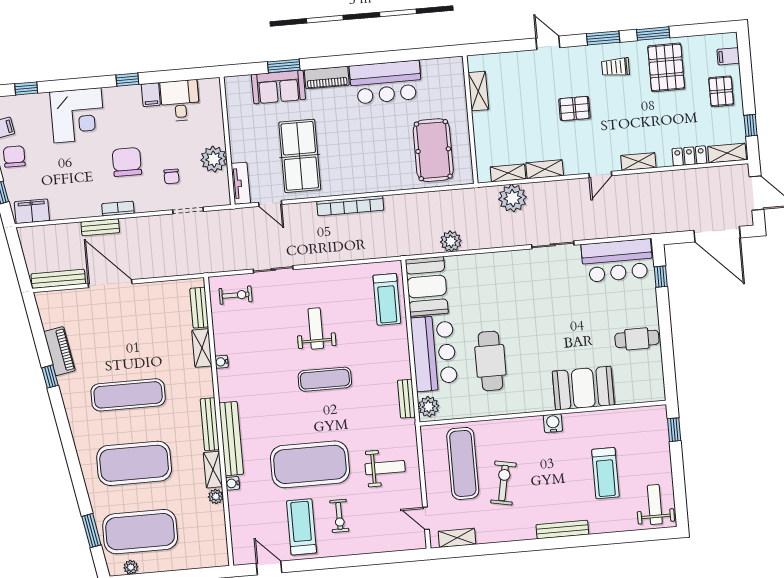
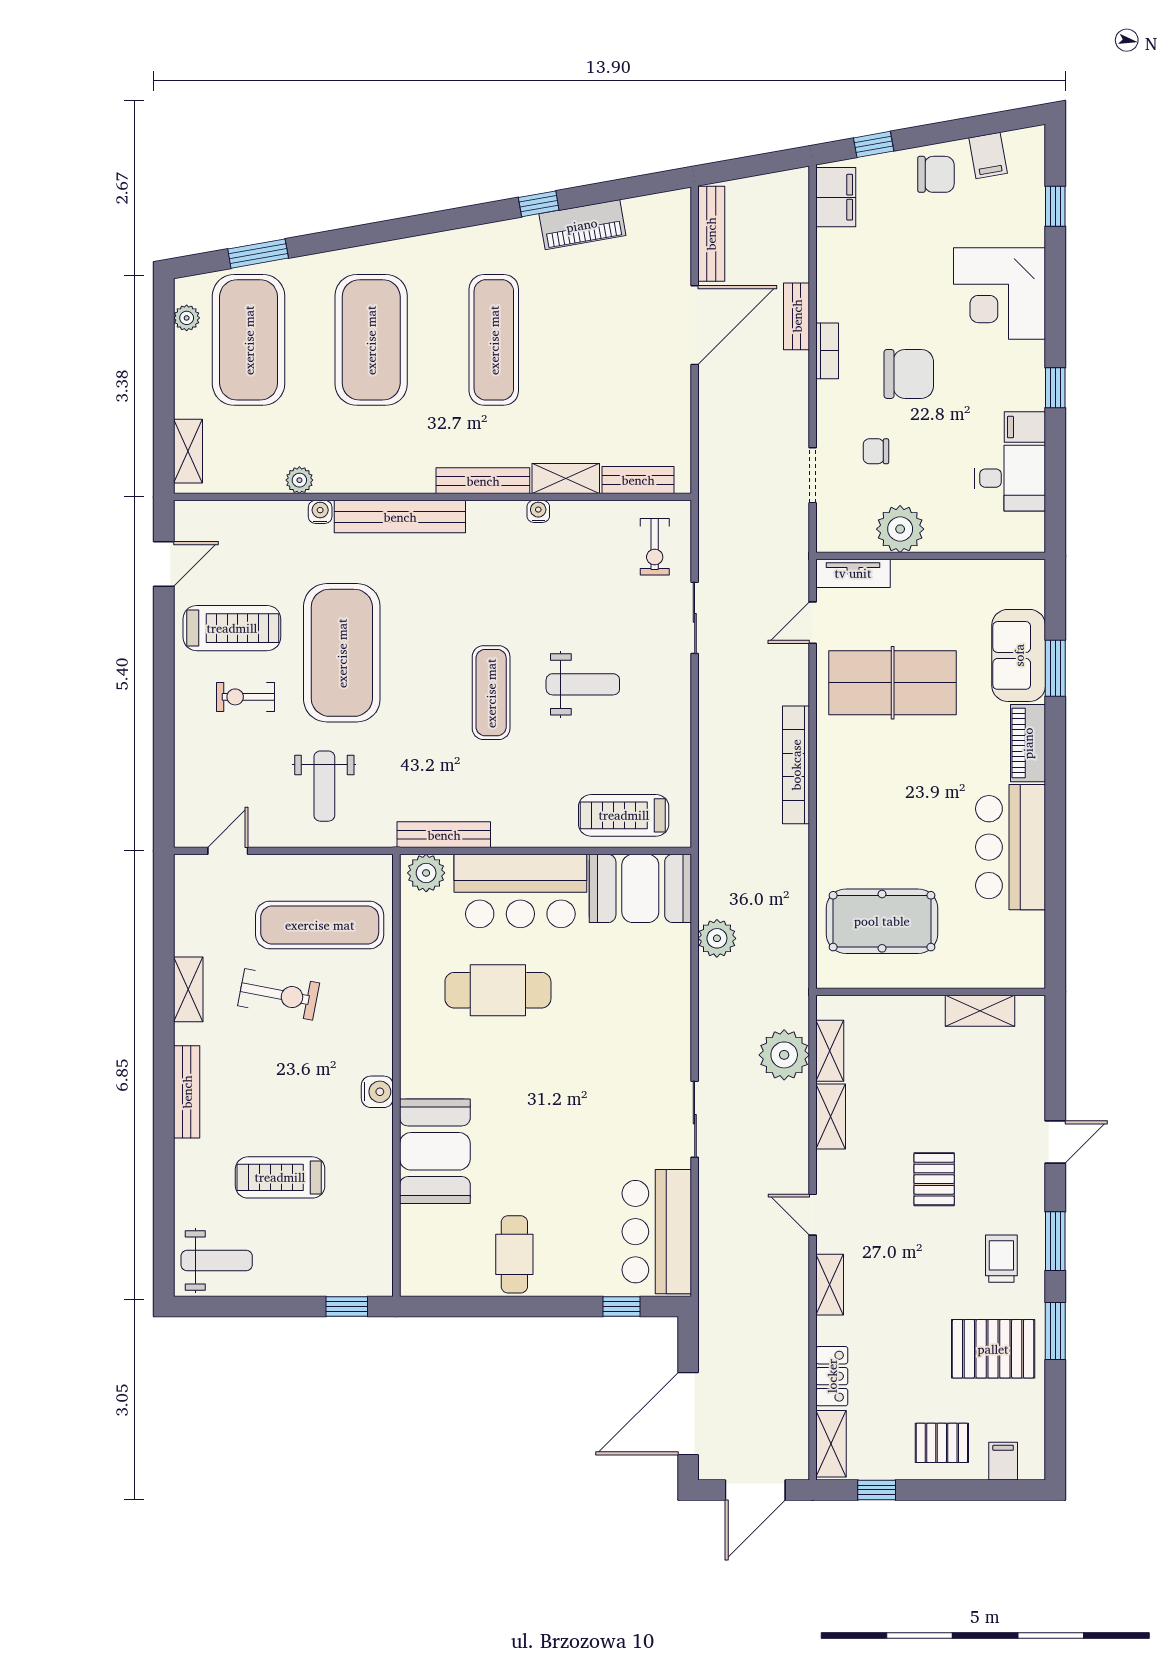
bench: (406, 399) -> (444, 835), width x1.36
bench: (210, 424) -> (483, 481), moved
shelving: (213, 470) -> (188, 451), moved, turned 90
shelving: (457, 538) -> (188, 989), moved

